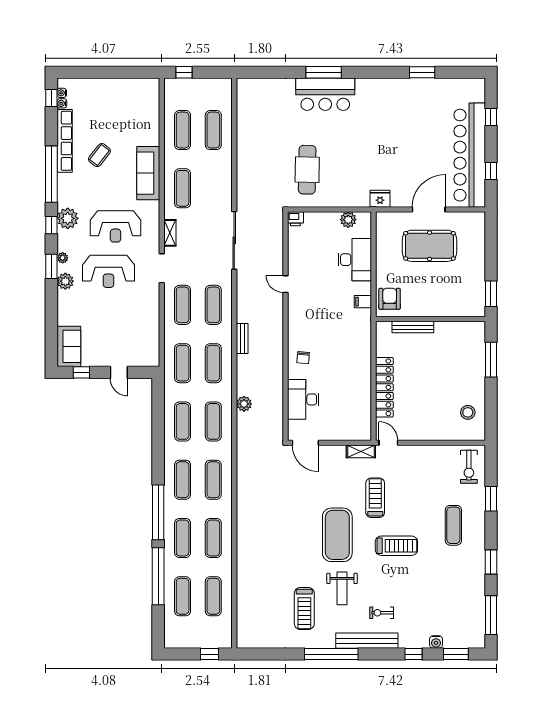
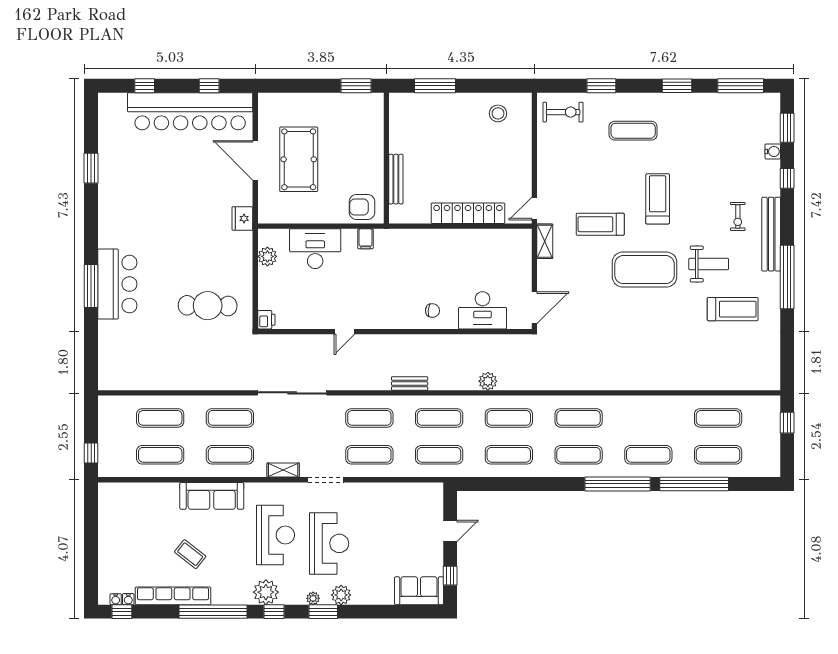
exercise mat: (213, 538) -> (230, 418), moved

